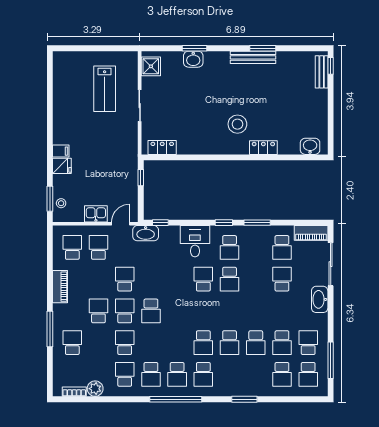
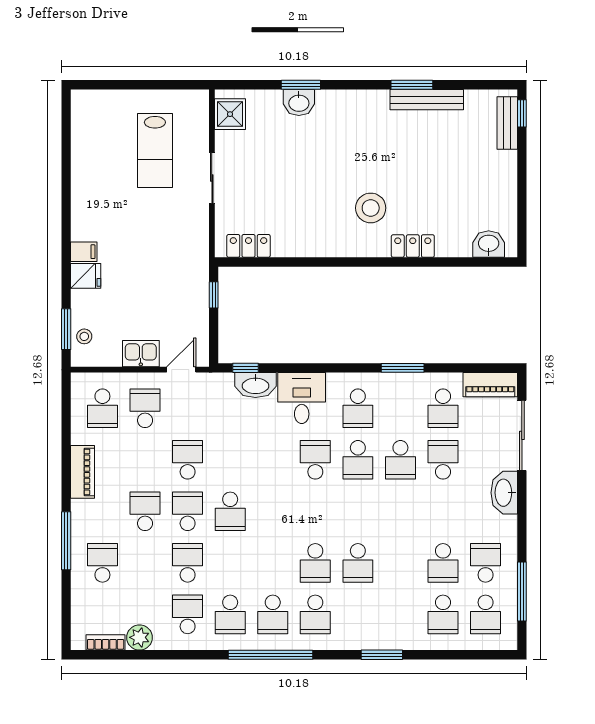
bench: (253, 57) -> (427, 100), moved
window: (224, 223) -> (349, 368), removed
washbasin: (146, 233) -> (255, 385), moved
school desk: (72, 247) -> (102, 408), turned 180
school desk: (256, 343) -> (400, 460), moved

